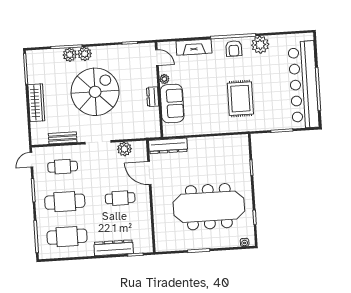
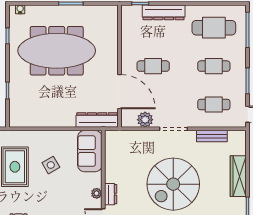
dresser: (153, 97) -> (111, 194), moved
side table: (208, 102) -> (51, 165), added
sofa: (172, 103) -> (90, 151), moved
door: (149, 173) -> (119, 92), width x1.36
cafe table: (65, 202) -> (214, 66), width x0.73, depth x0.74

